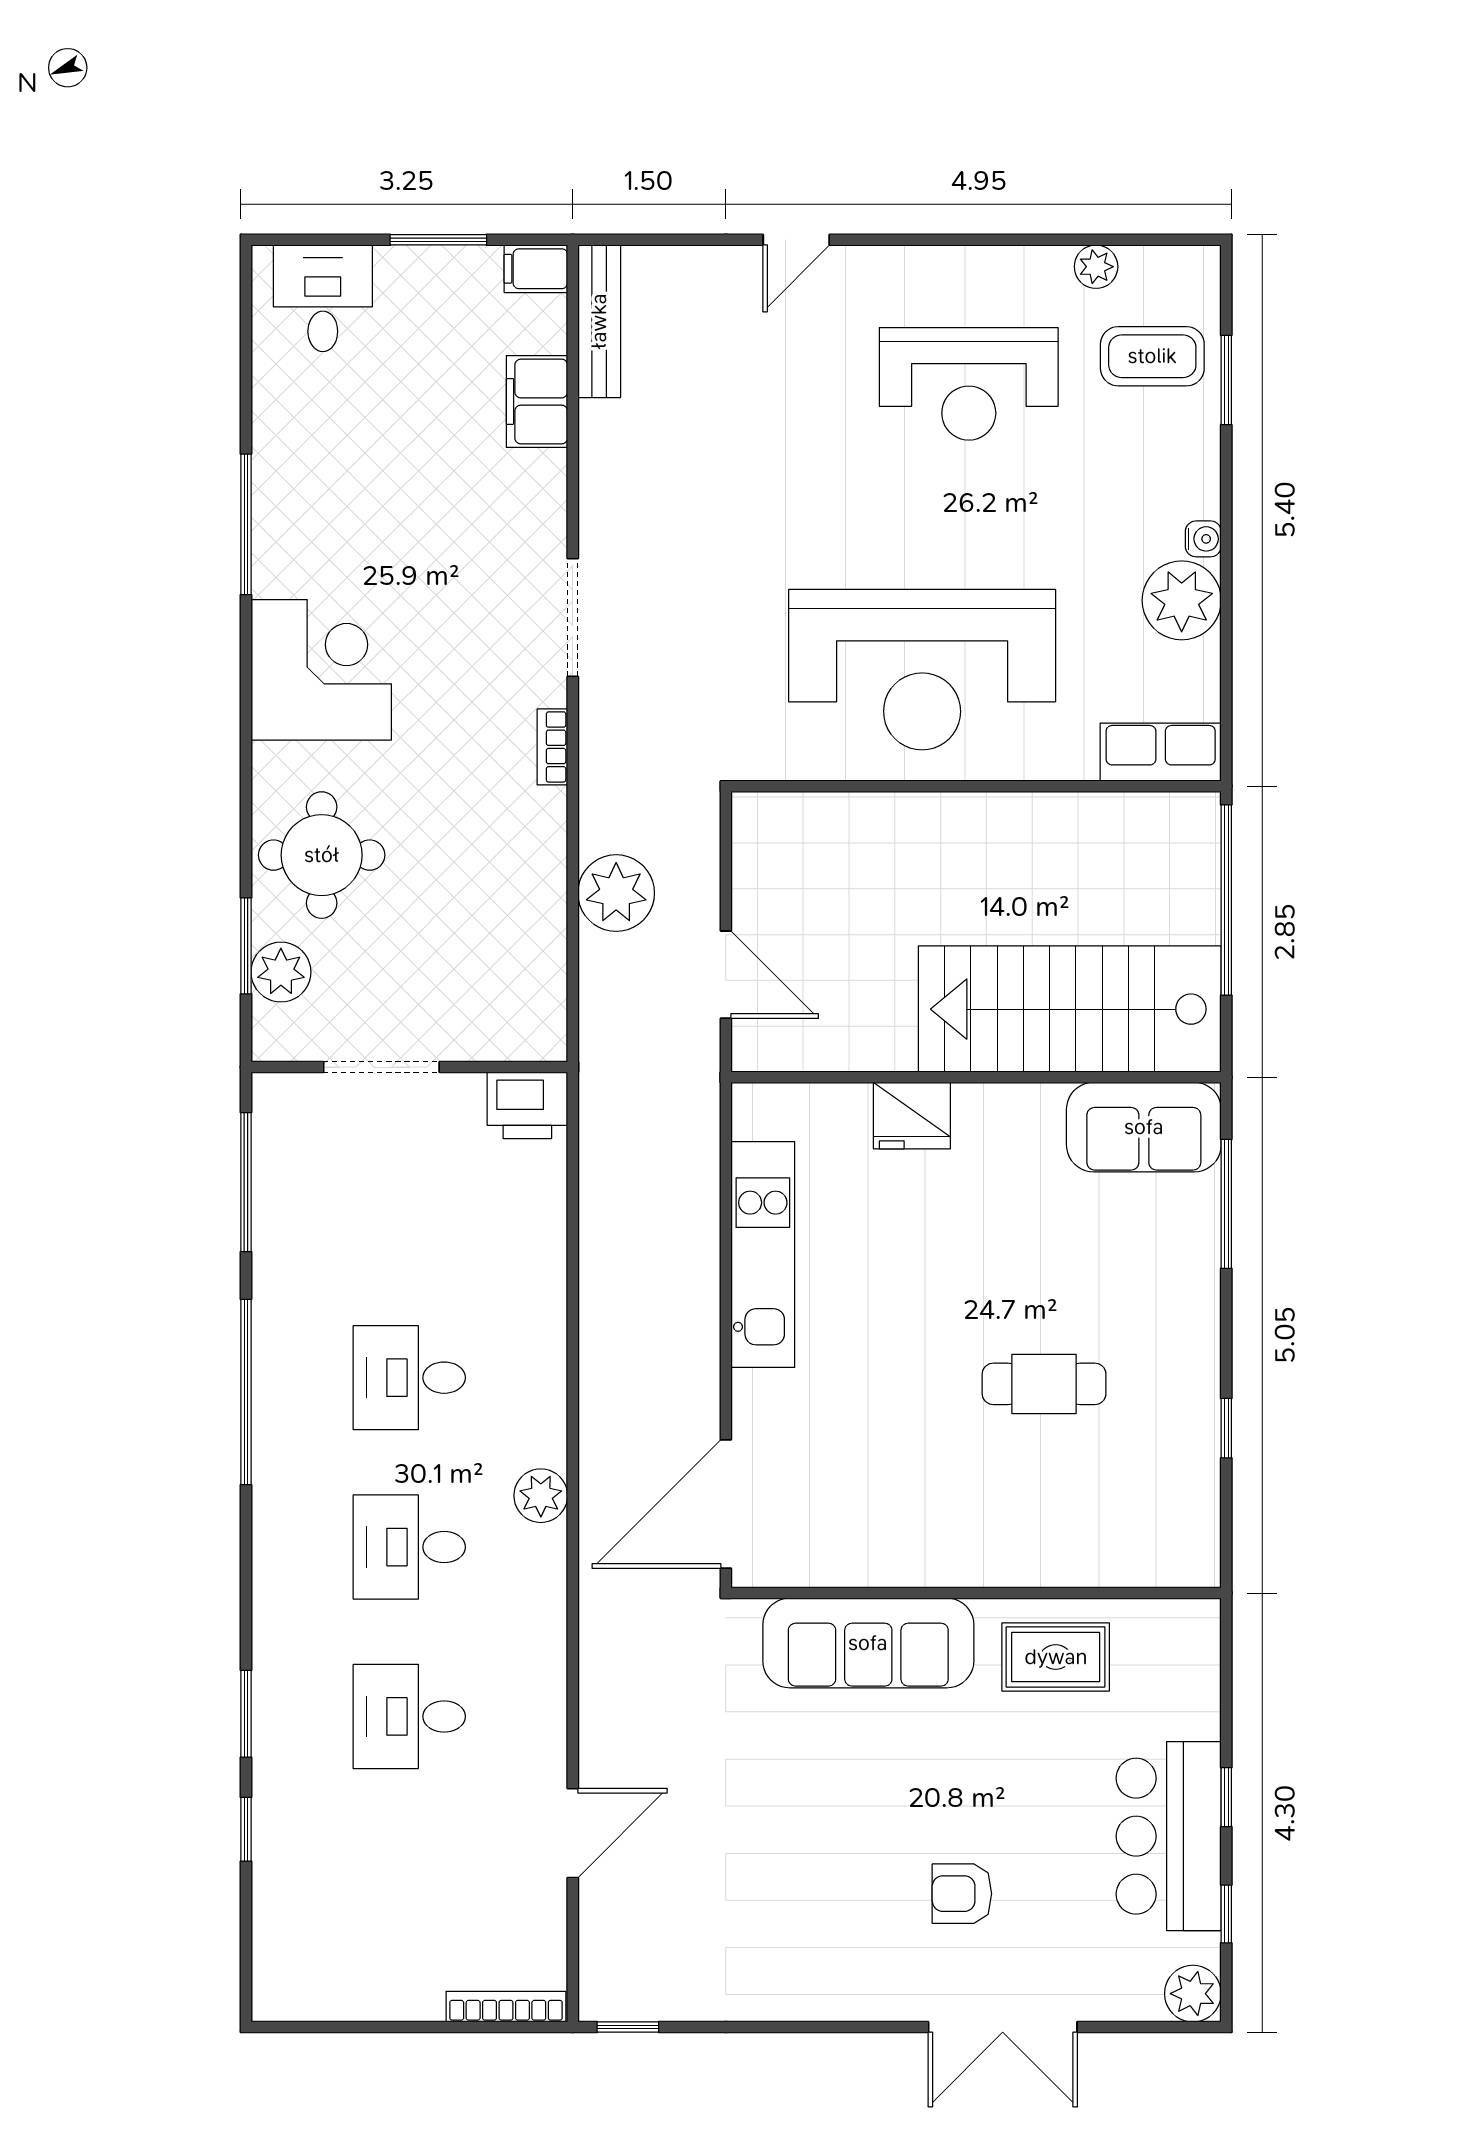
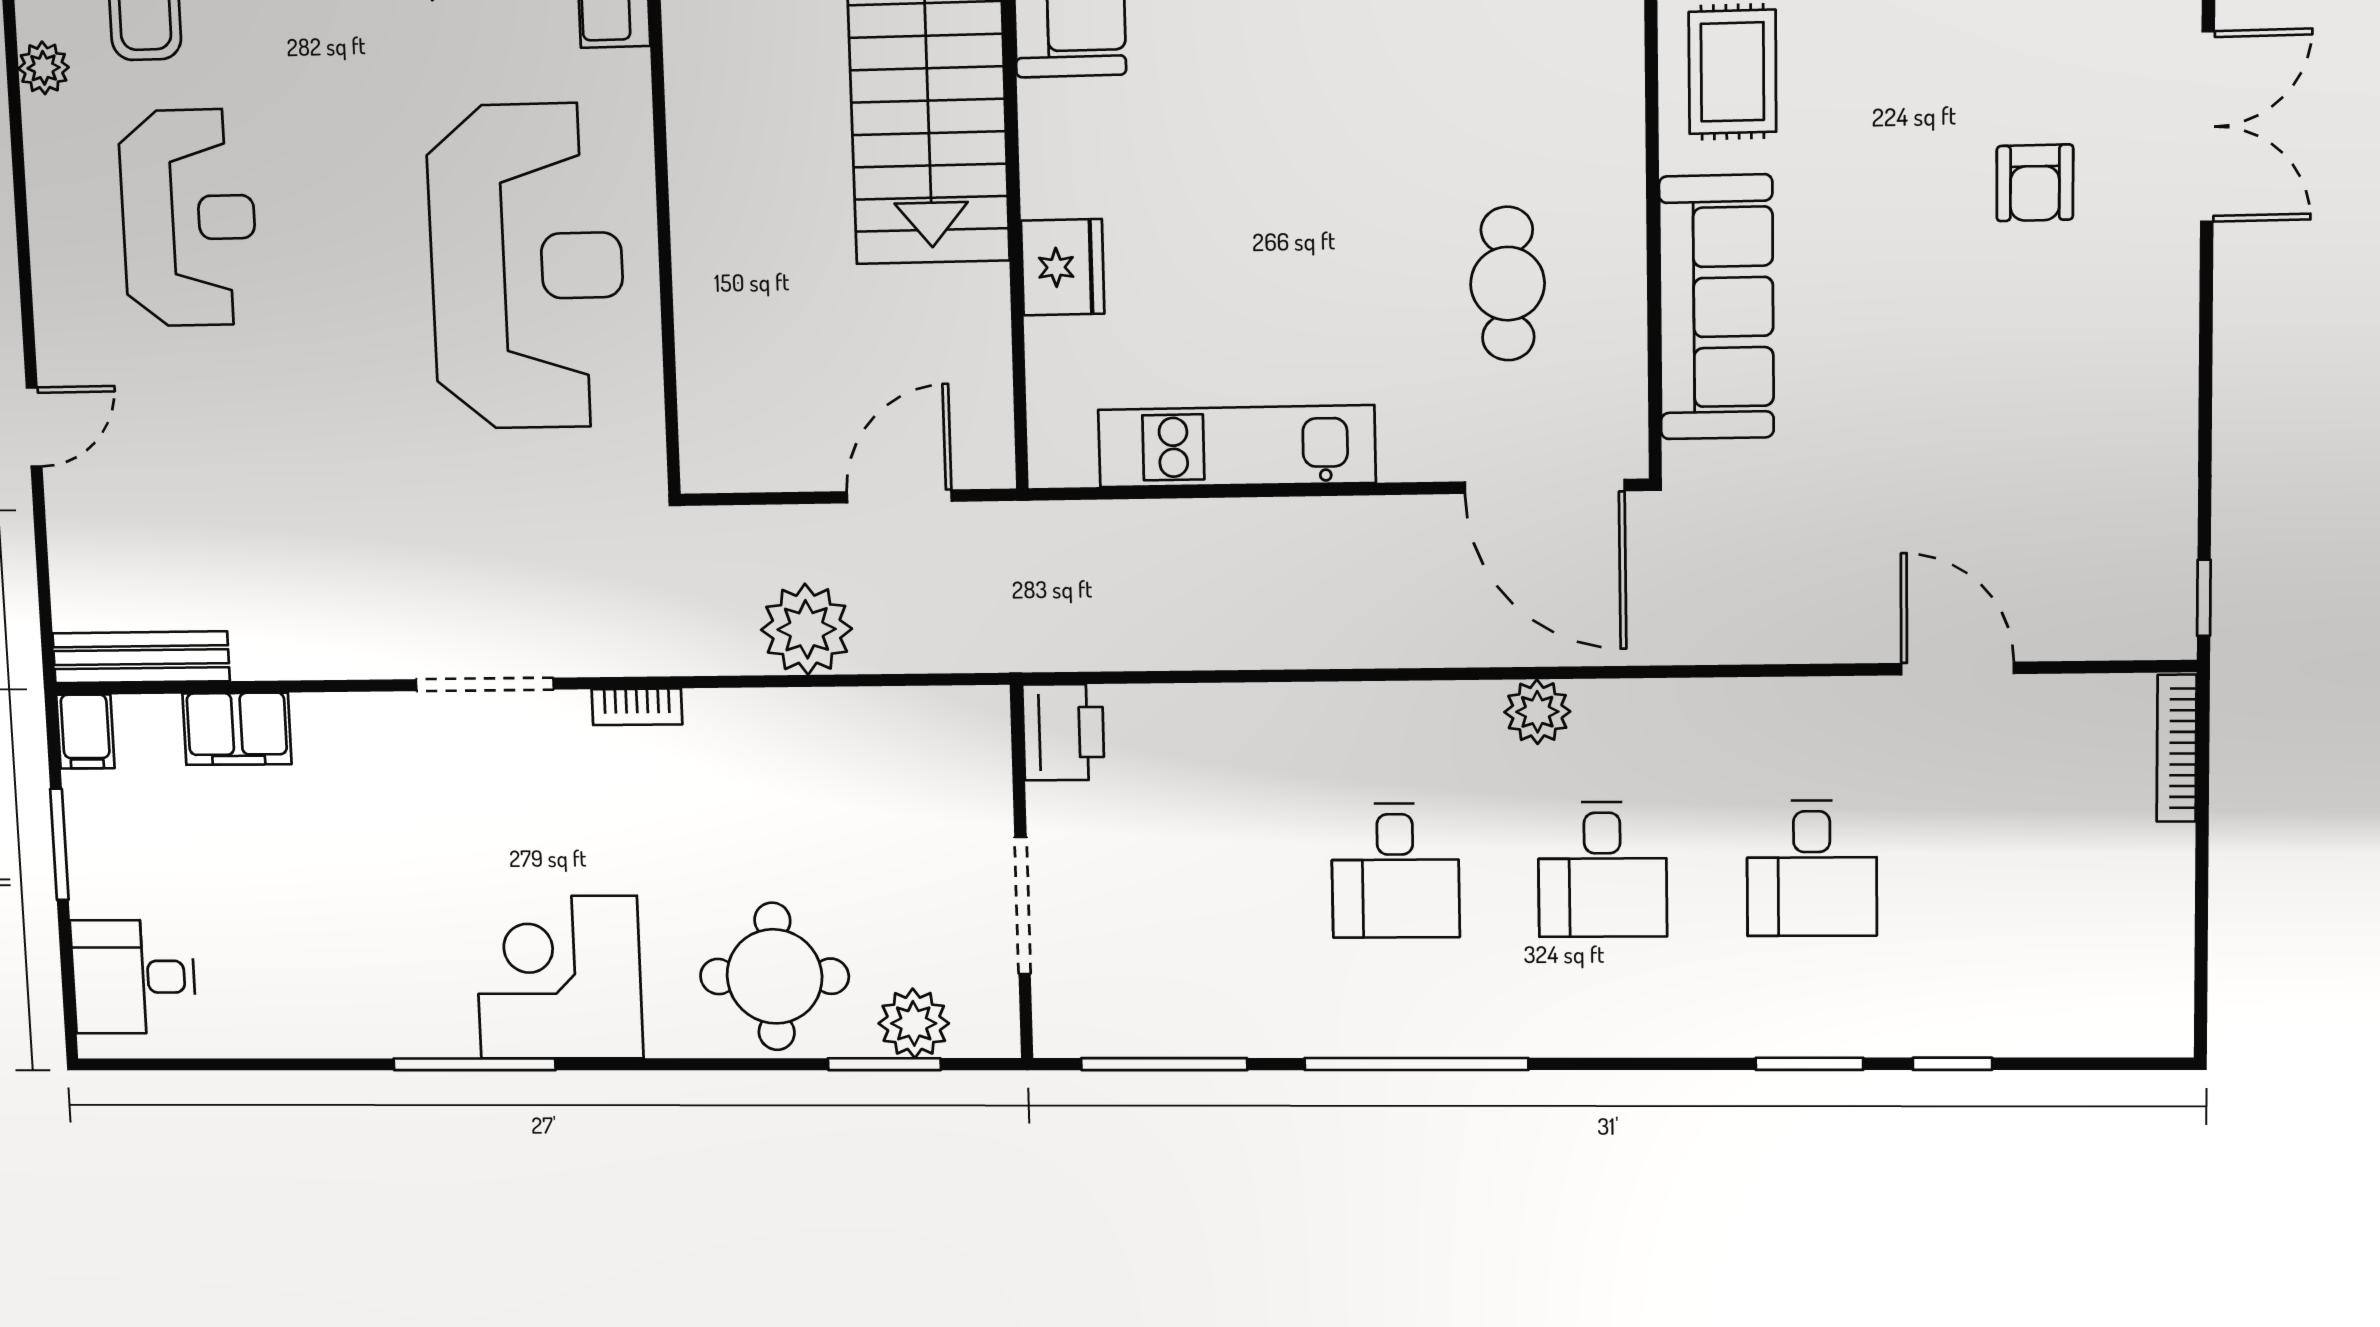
door: (796, 240) -> (34, 427), hinge flipped
window: (246, 524) -> (474, 1064), moved
cafe table: (1044, 1384) -> (1508, 284), moved

